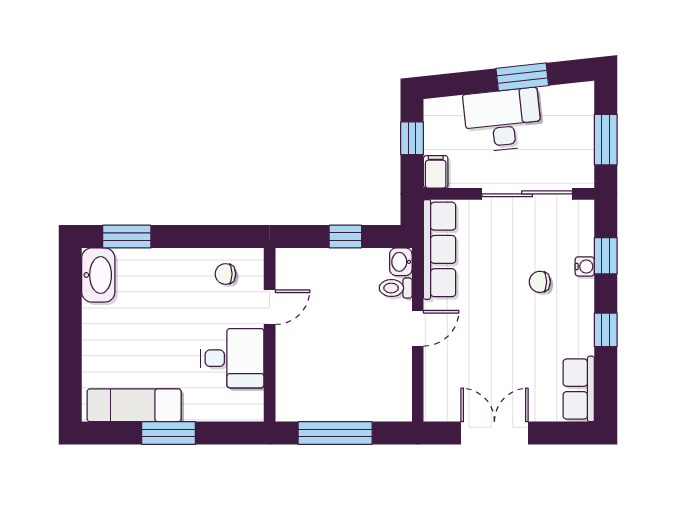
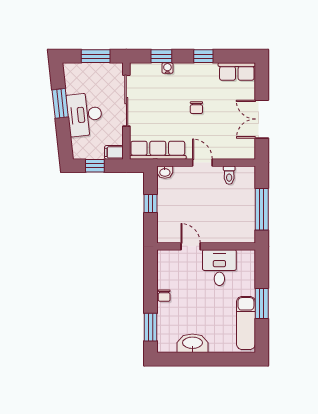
chair: (225, 274) -> (164, 296), moved
washbasin: (98, 275) -> (192, 343), moved
chair: (540, 282) -> (196, 108), moved
toilet: (396, 288) -> (229, 175), moved

